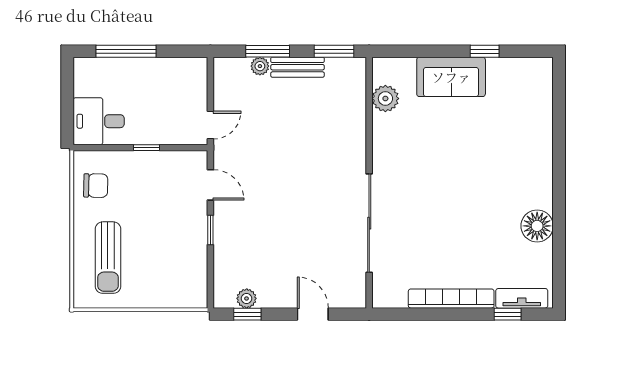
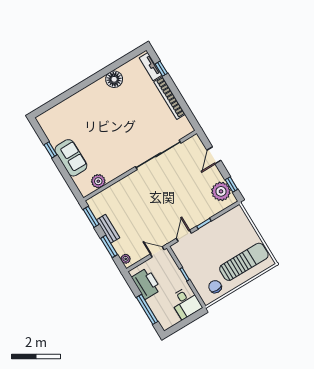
plant: (260, 66) -> (126, 259), moved
printer: (170, 76) -> (146, 283), added
sun lounger: (108, 258) -> (244, 262), width x1.36, depth x1.34
plant: (247, 298) -> (221, 191), width x1.88, depth x1.88

